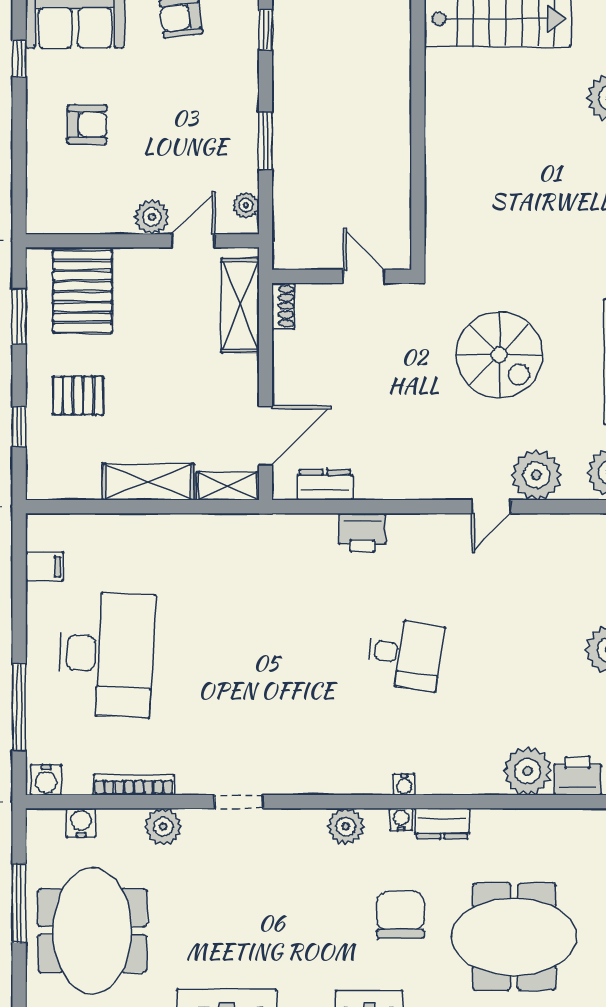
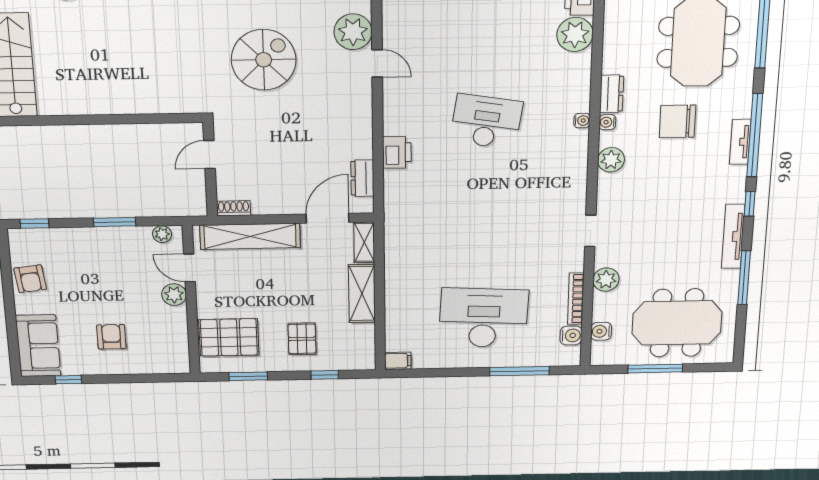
shelving: (240, 305) -> (250, 236), width x1.47
door: (266, 436) -> (328, 218), hinge flipped
filing cabinet: (44, 567) -> (398, 361), moved, turned 90
desk: (405, 654) -> (486, 122), width x1.37
water cooler: (46, 780) -> (571, 335), moved

